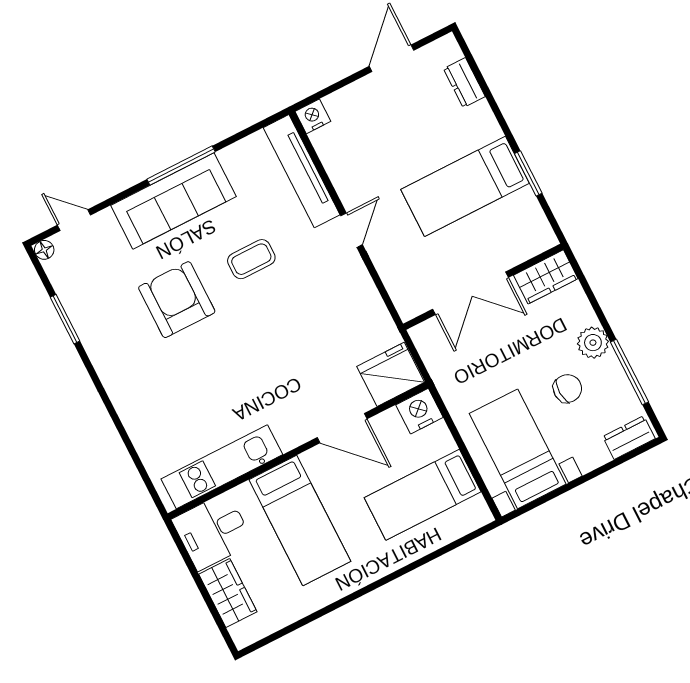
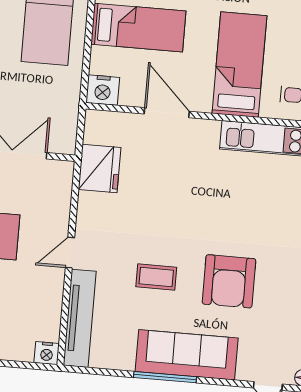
fridge: (391, 374) -> (100, 168), moved, turned -90

